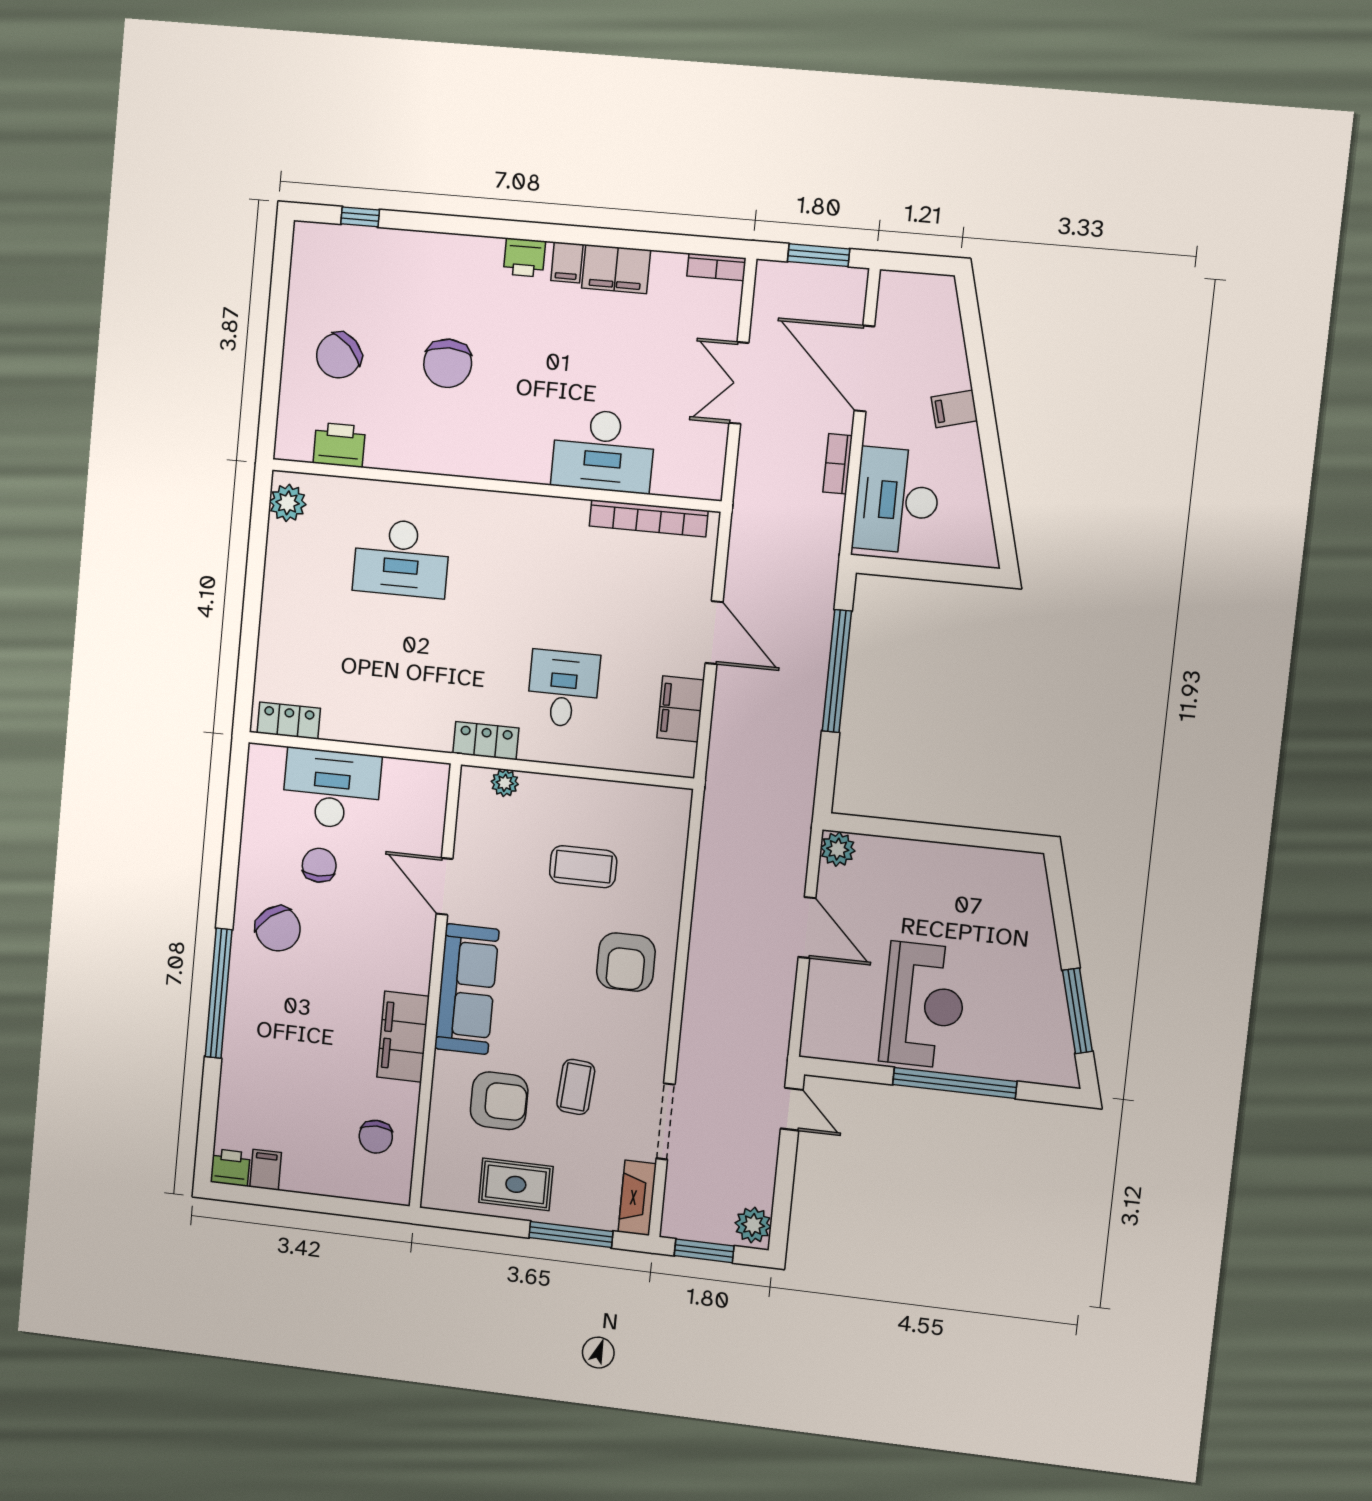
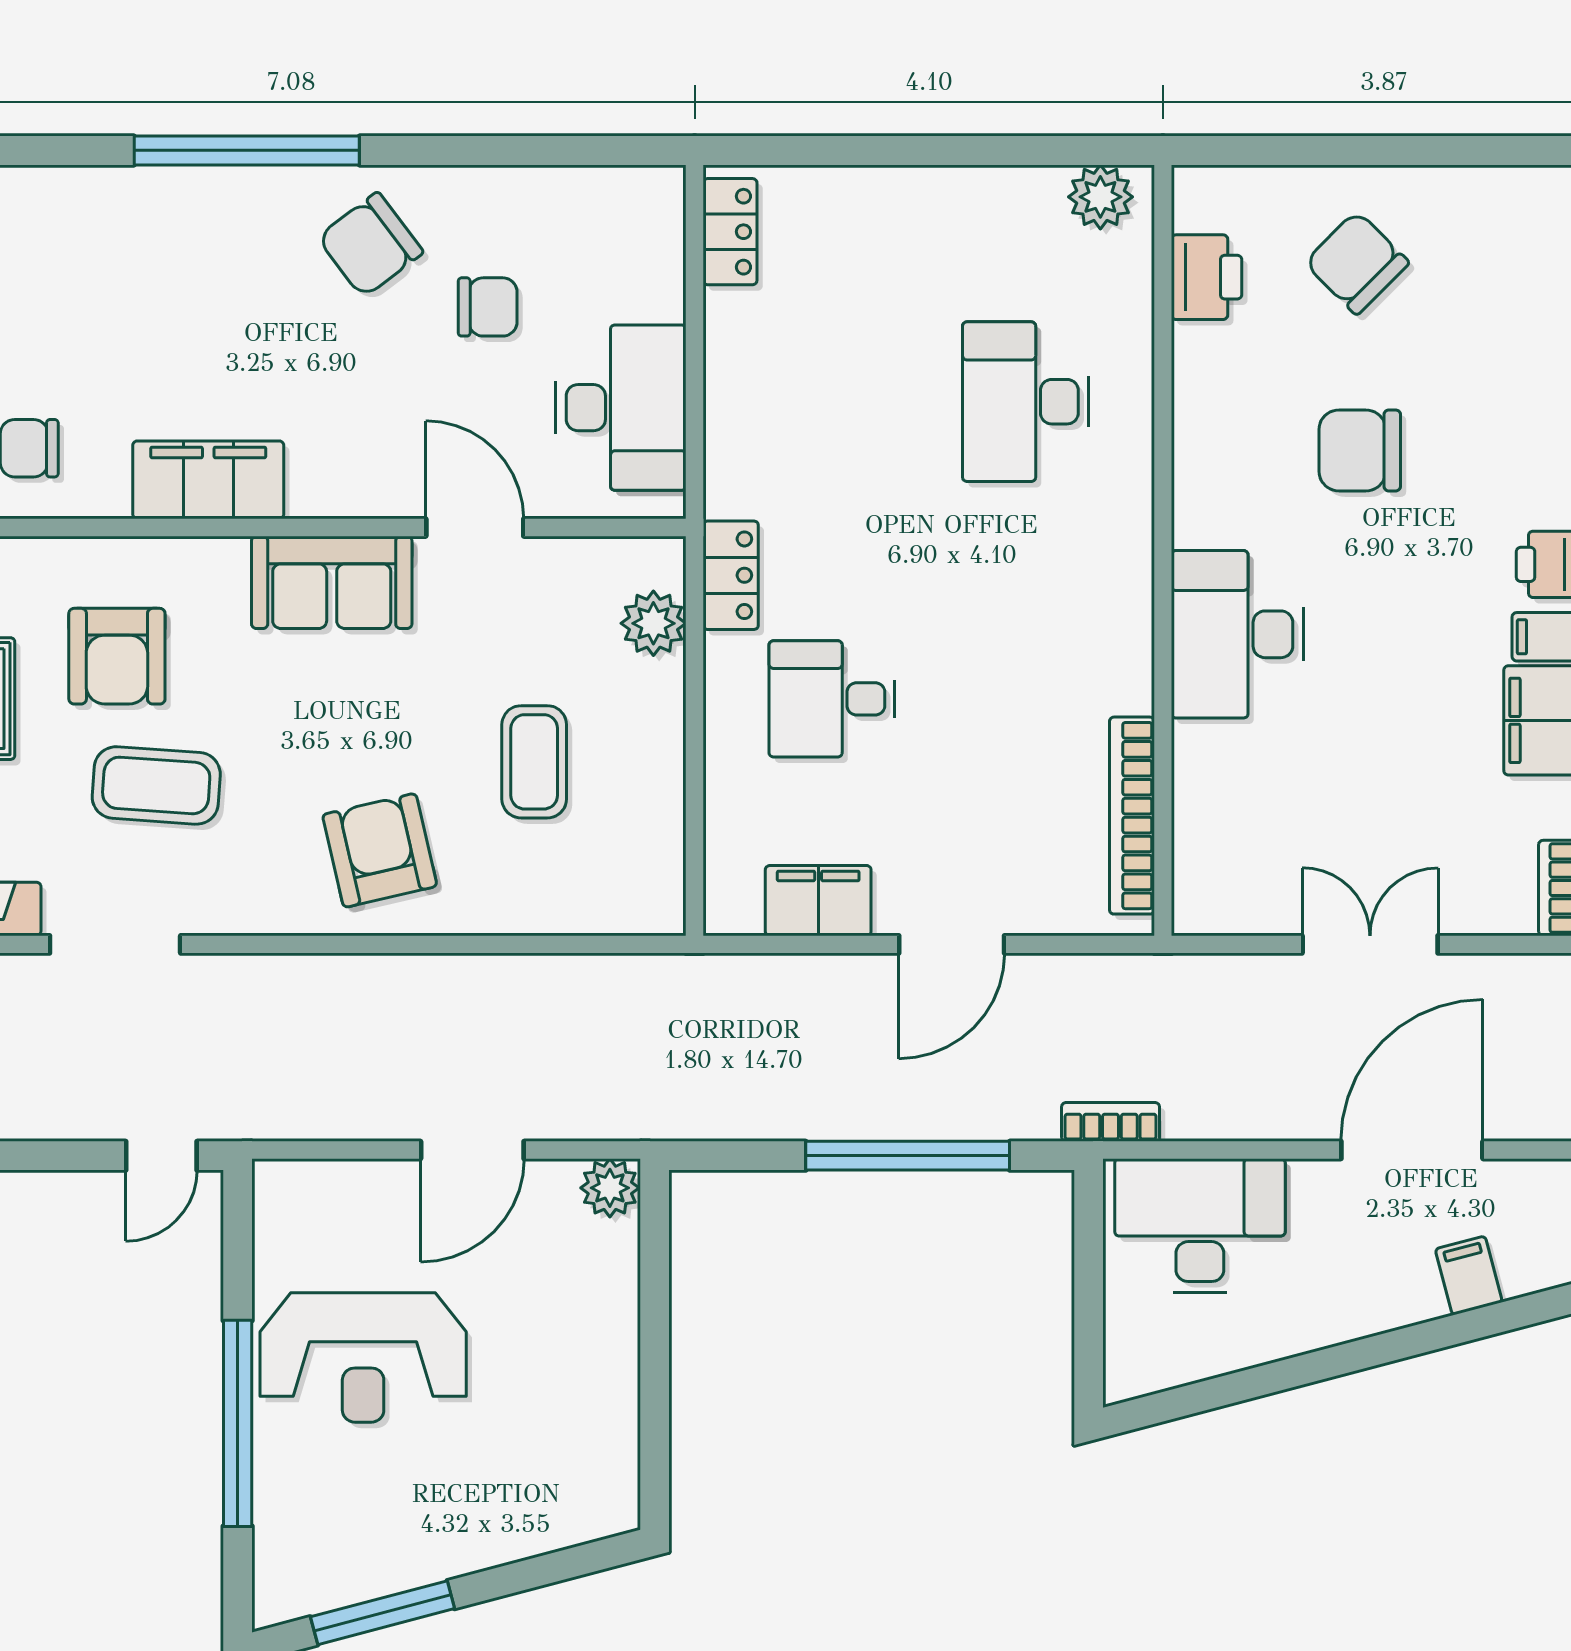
filing cabinet: (954, 409) -> (1469, 1276), moved
desk: (603, 451) -> (1237, 634), moved
bookcase: (838, 464) -> (1111, 1122), moved
desk: (563, 689) -> (832, 699), turned 180
plant: (505, 783) -> (653, 623), width x1.38, depth x1.38
desk: (332, 789) -> (621, 408), moved
door: (445, 886) -> (475, 527), hinge flipped
armchair: (626, 962) -> (380, 850), turned 77
sofa: (467, 989) -> (332, 582), width x0.73
coffee table: (576, 1087) -> (156, 785), width x1.36, depth x1.30

